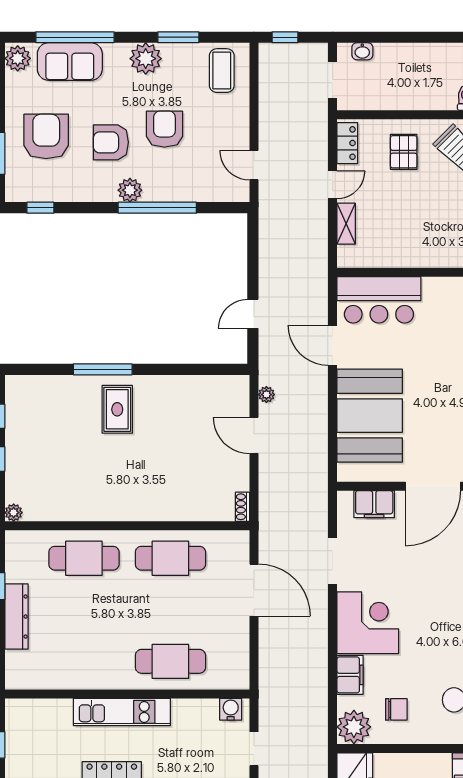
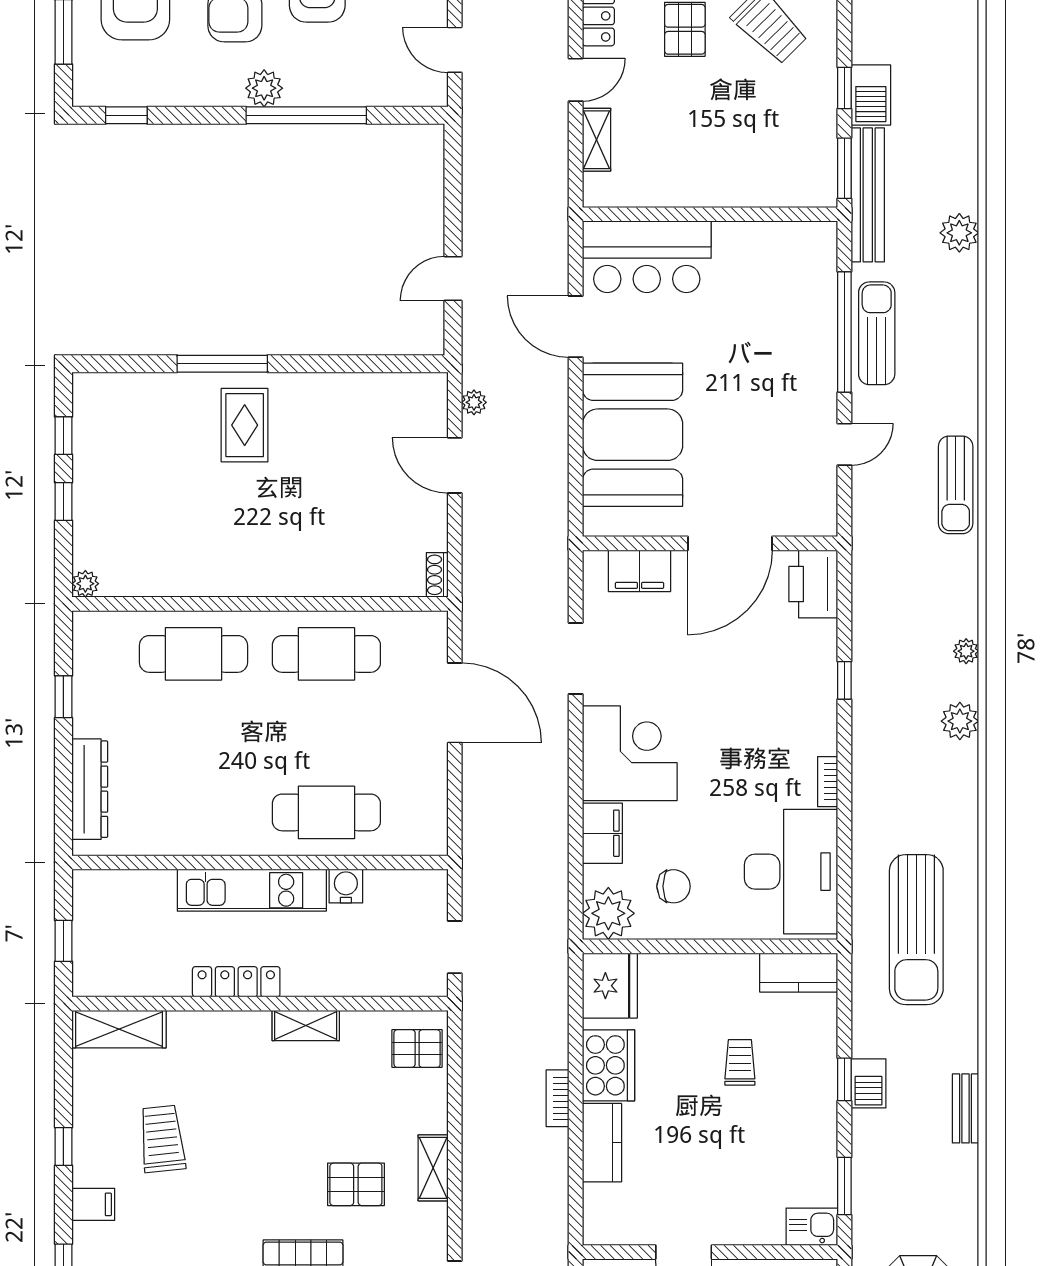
dresser: (16, 617) -> (90, 789), moved
water cooler: (231, 709) -> (346, 886), moved

